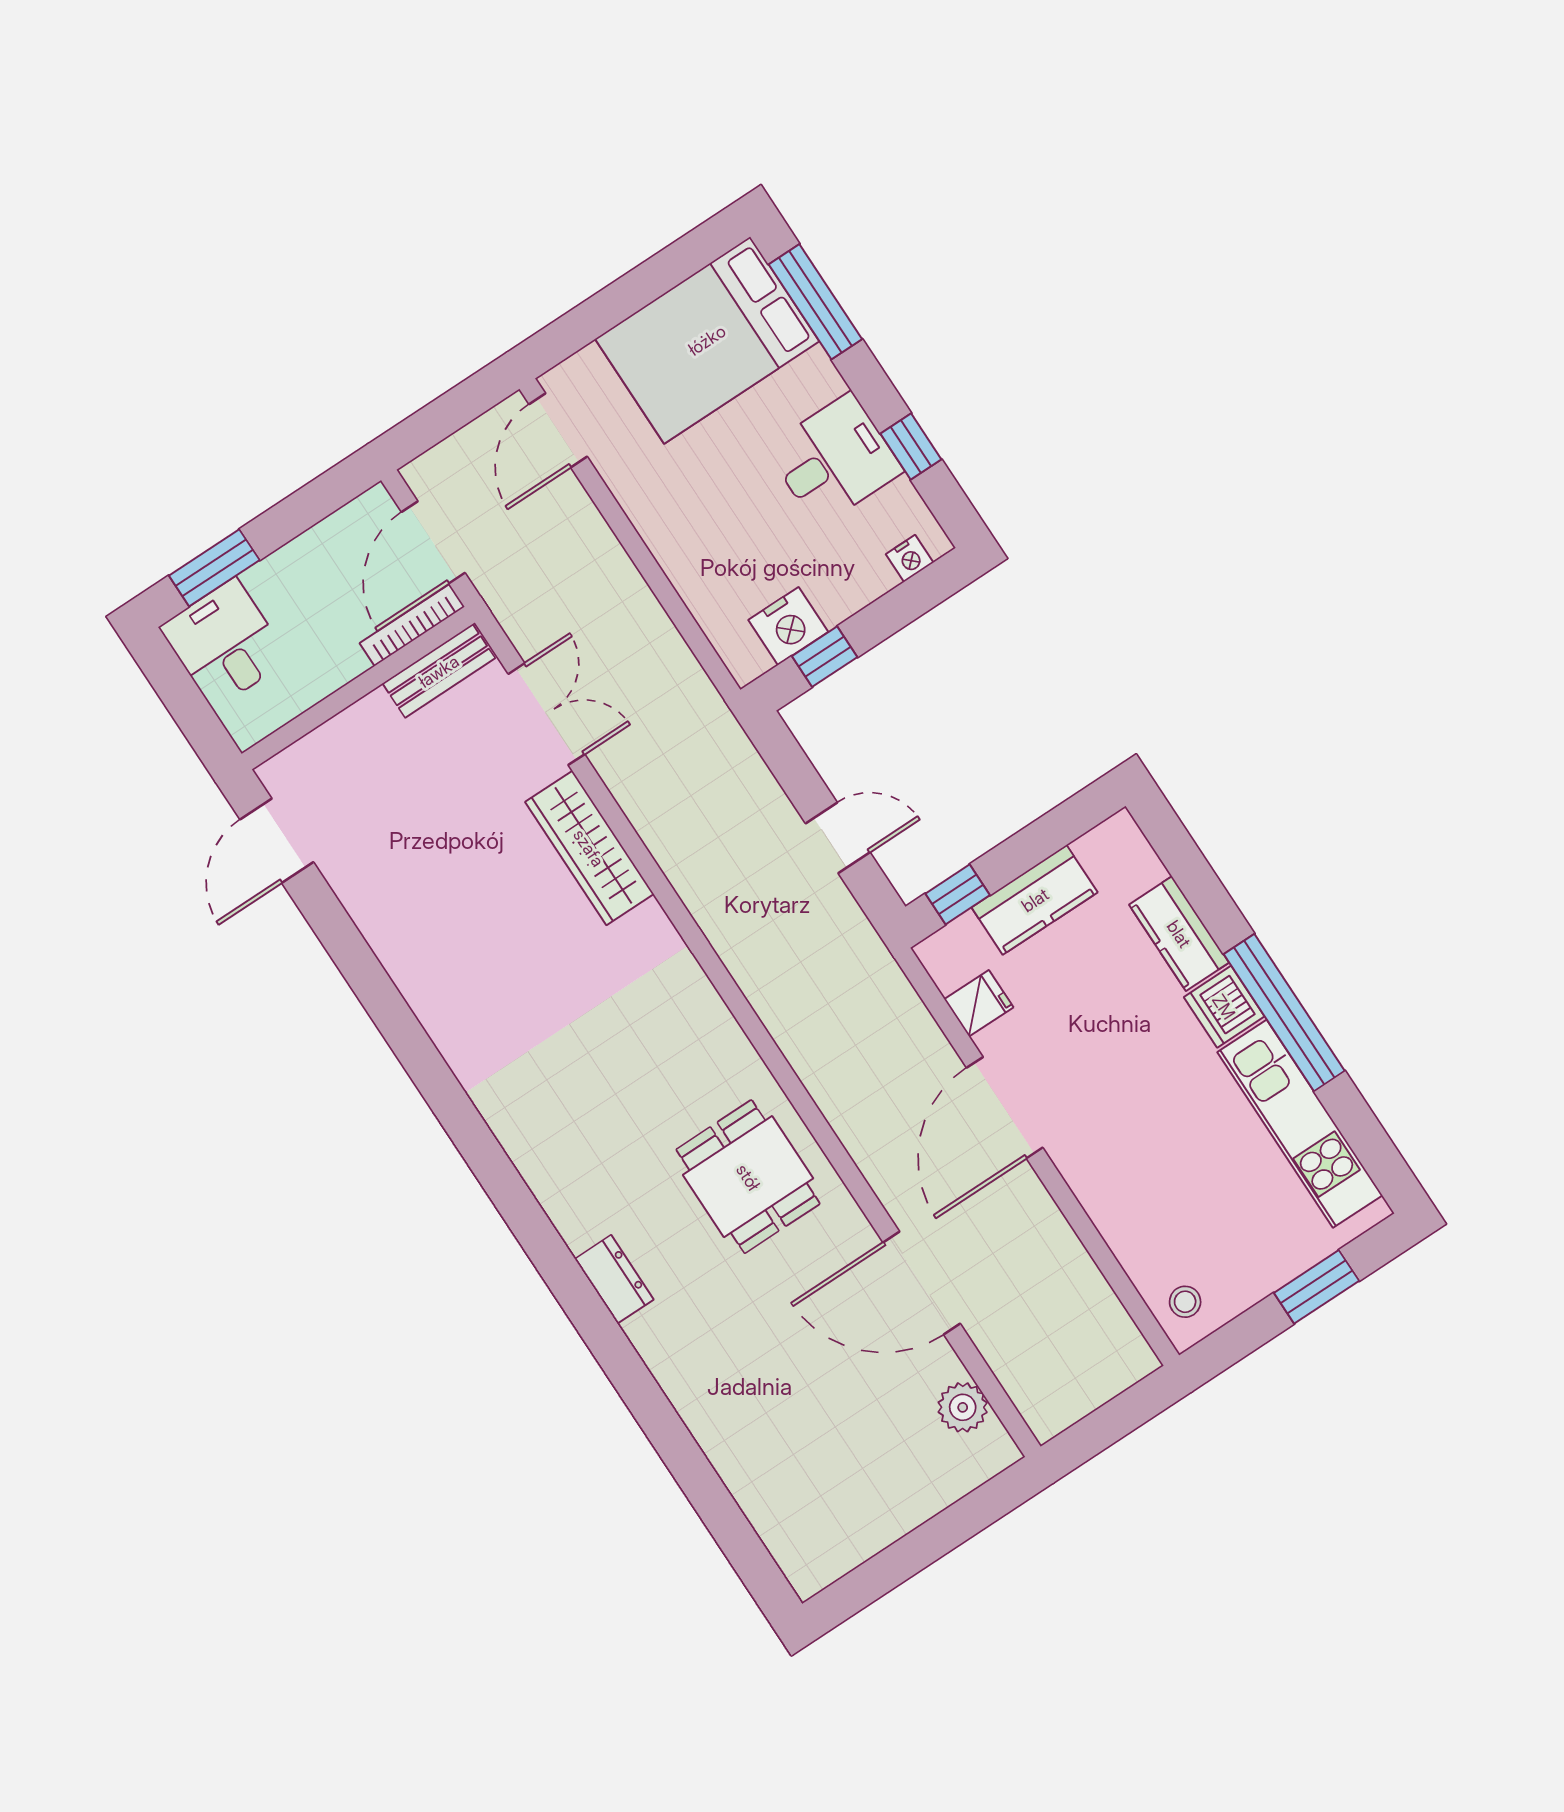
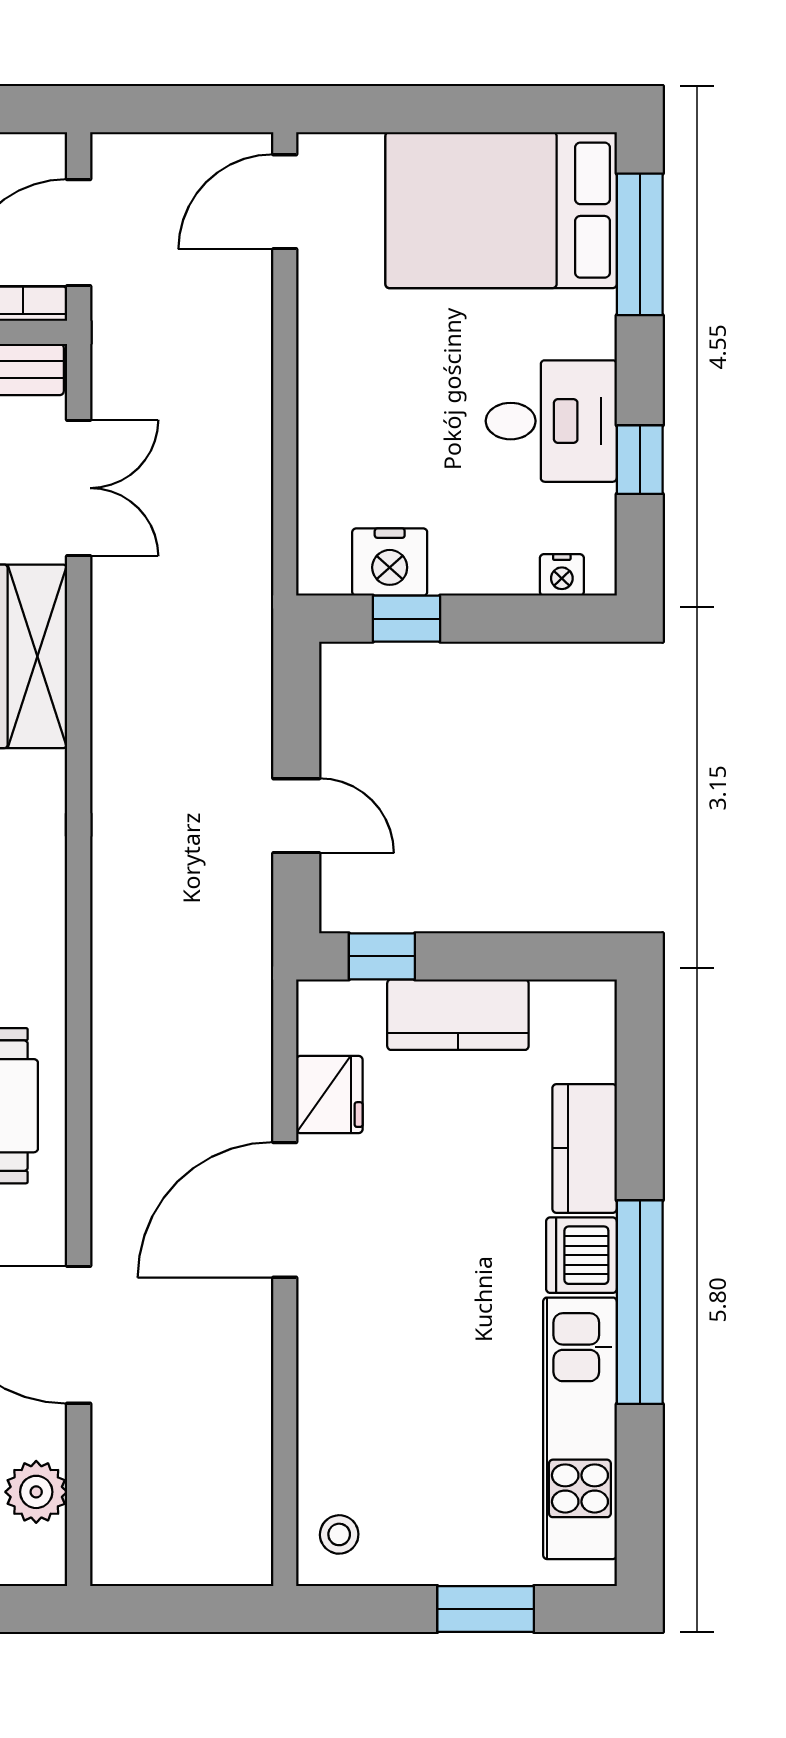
fridge: (979, 1003) -> (329, 1095), width x1.38

